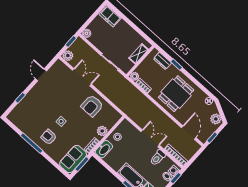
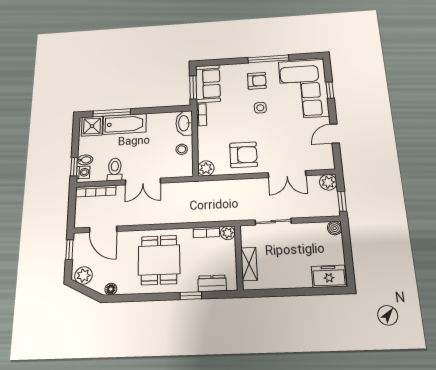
door: (41, 75) -> (335, 134), swing flipped
armchair: (92, 106) -> (243, 155), turned 90
corner sofa: (32, 111) -> (303, 89), added
plant: (102, 131) -> (206, 168), moved

